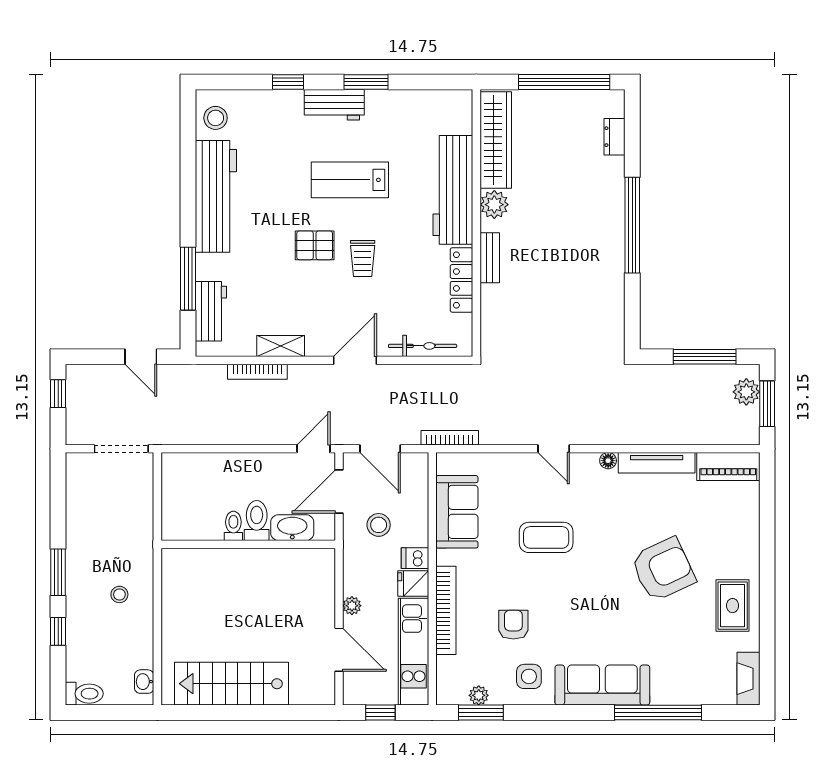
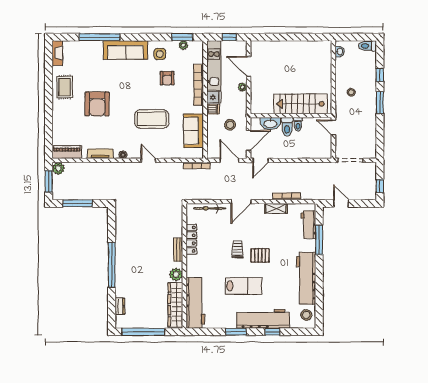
workbench: (334, 105) -> (263, 319), width x1.88, depth x1.32
workbench: (453, 190) -> (195, 303), moved
plant: (746, 392) -> (58, 168), moved
tv unit: (657, 463) -> (100, 154), width x0.71
door: (157, 519) -> (333, 127), added
coffee table: (546, 537) -> (152, 119), width x1.36, depth x1.32
armchair: (663, 569) -> (97, 104), turned -65
stairs: (231, 684) -> (301, 104), moved, turned 180

